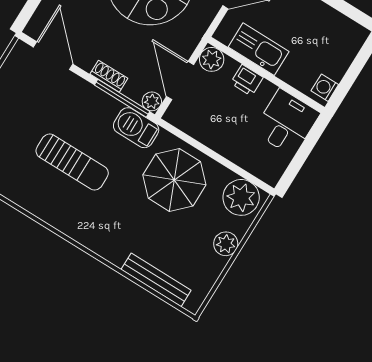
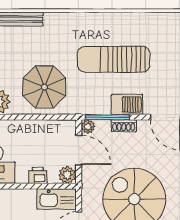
kitchen sink: (259, 49) -> (57, 199), moved
barbecue: (136, 128) -> (127, 104), moved
sun lounger: (72, 162) -> (114, 59), width x1.36, depth x1.34

